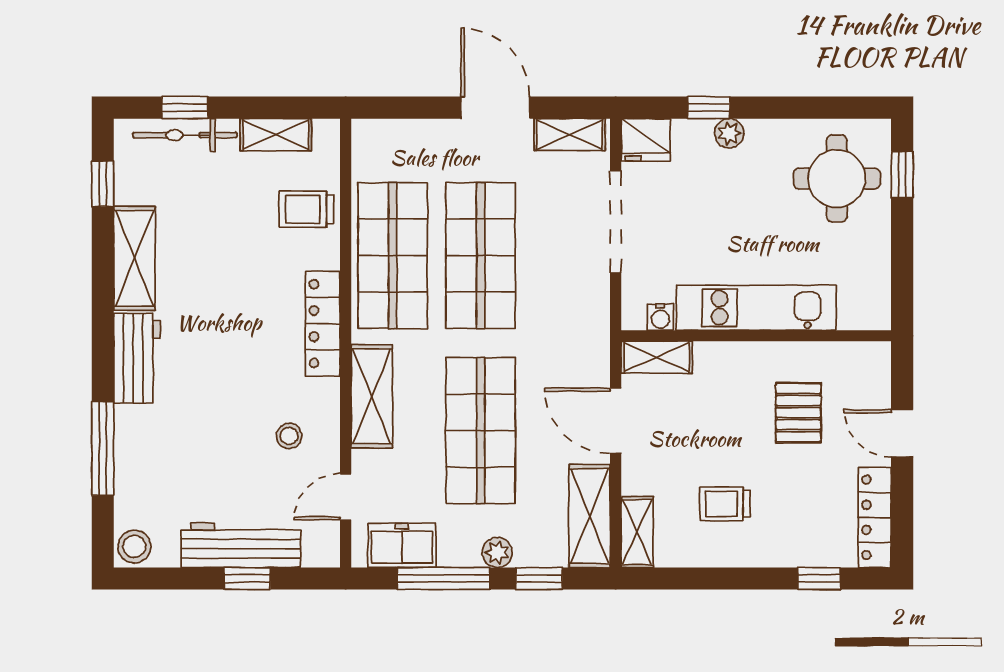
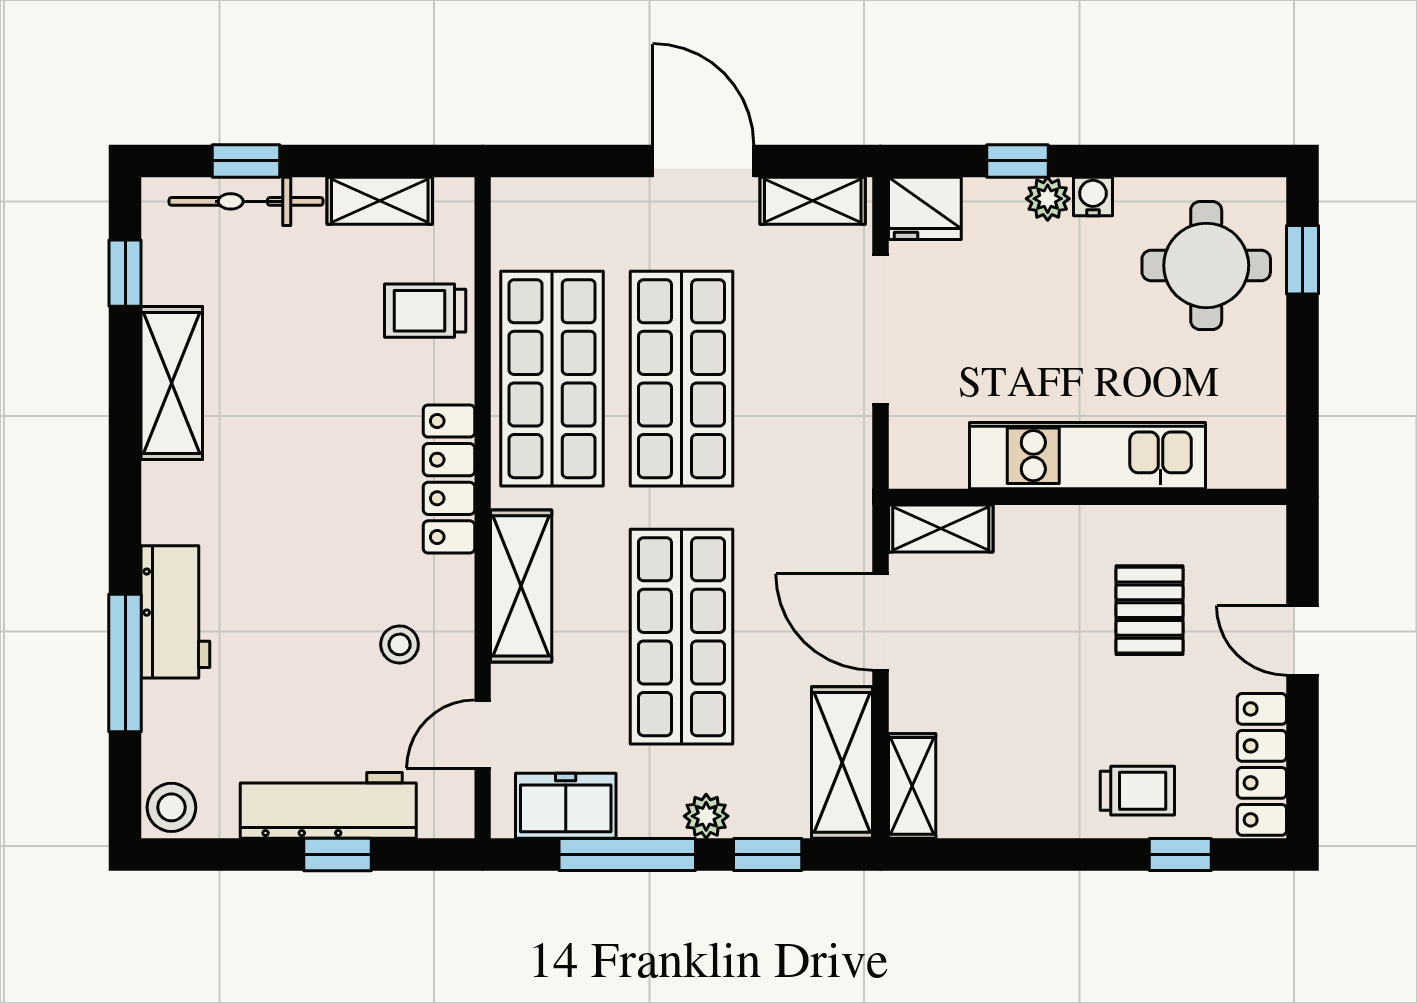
water cooler: (660, 317) -> (1093, 196), moved, turned 180
workbench: (137, 358) -> (175, 612), moved
trolley: (725, 504) -> (1137, 791), moved, turned 180

